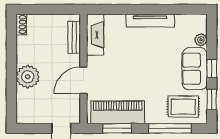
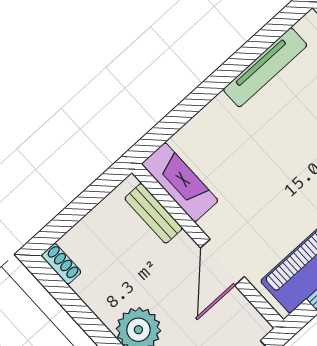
tv unit: (150, 21) -> (265, 67), moved

